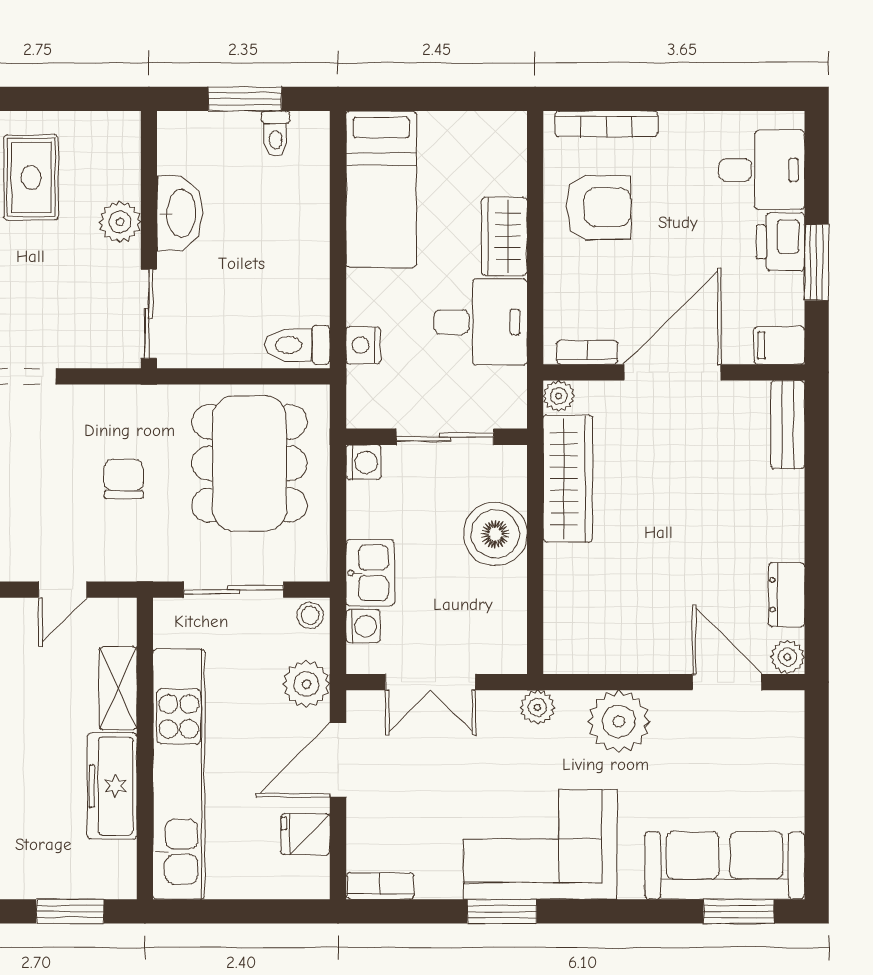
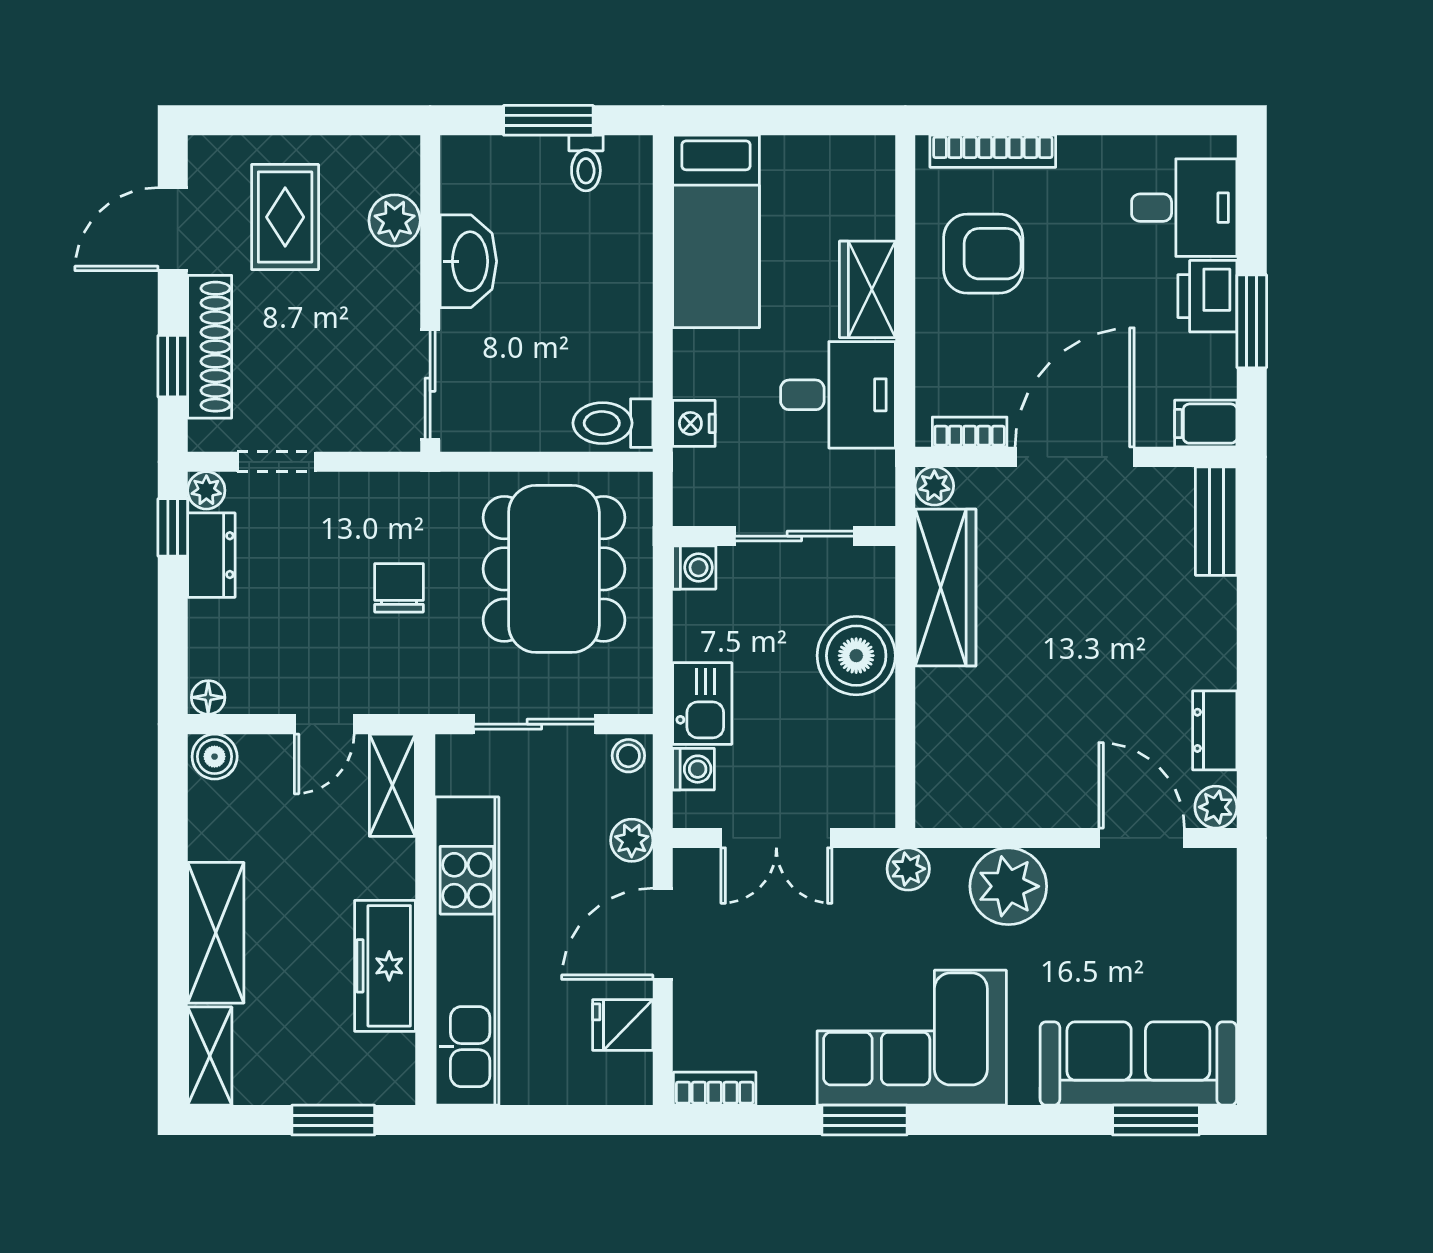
plant: (120, 222) -> (395, 220), moved
plant: (306, 684) -> (632, 840), width x0.73, depth x0.73
shelving: (118, 688) -> (392, 785), moved

